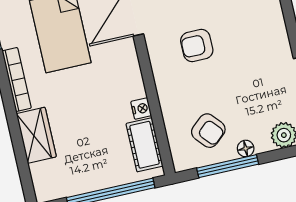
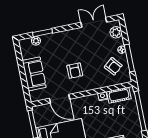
armchair: (208, 131) -> (113, 66), turned 91

